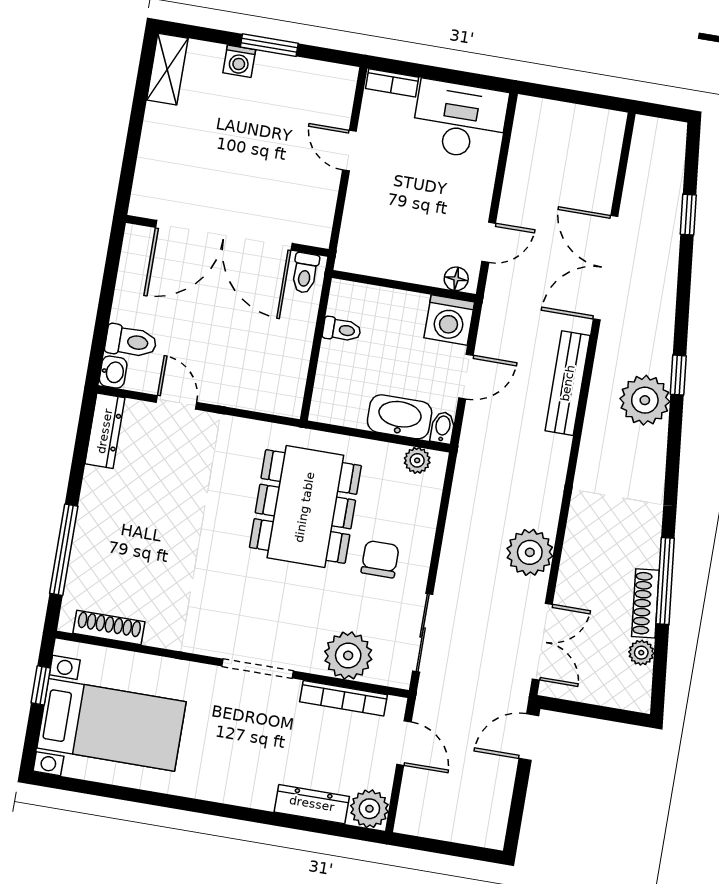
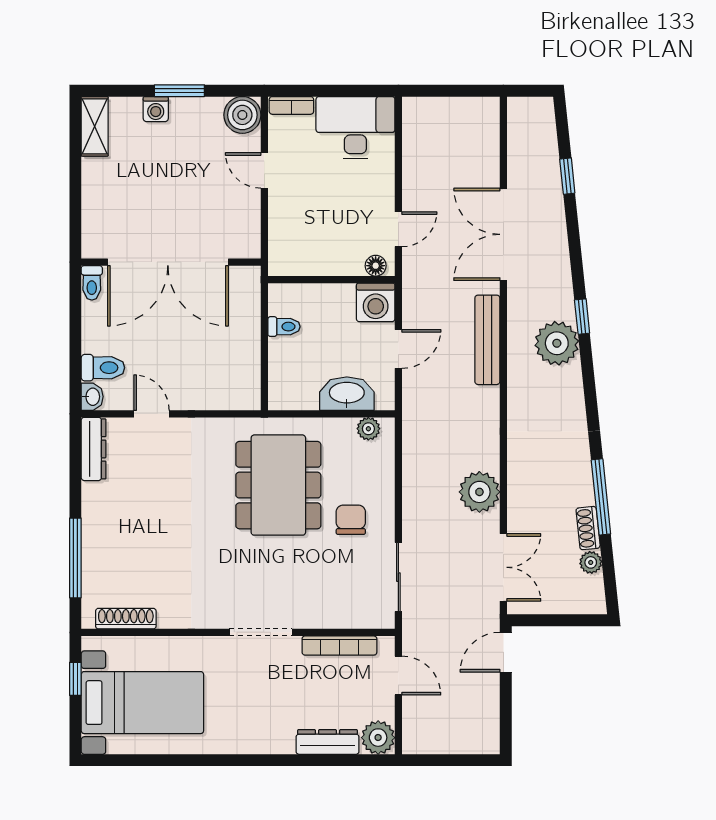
boiler: (335, 84) -> (242, 115), added
toilet: (305, 273) -> (92, 283), moved
bidet: (443, 428) -> (386, 397), removed
shoe rack: (645, 603) -> (588, 528), width x0.70
plant: (348, 655) -> (337, 608), removed

